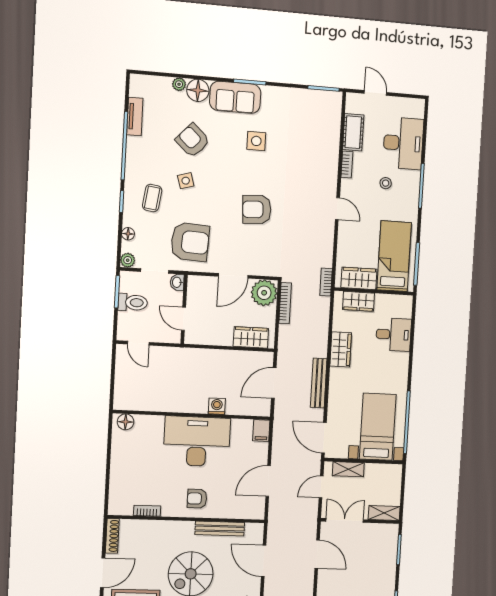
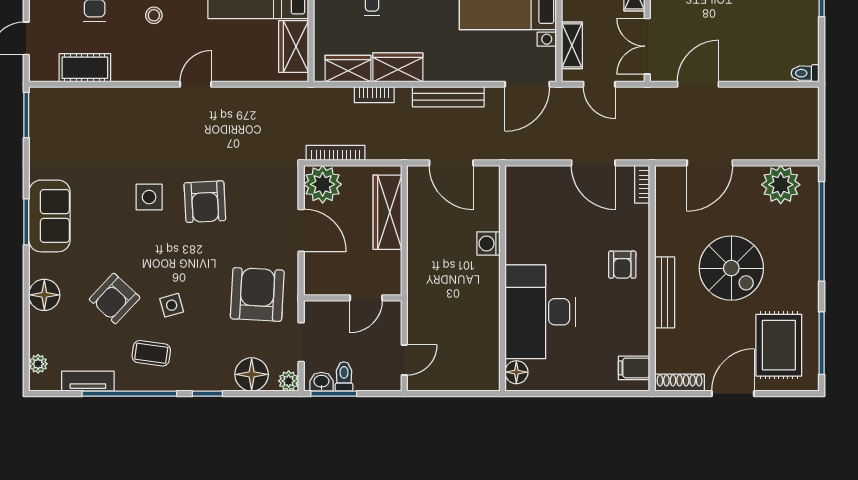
plant: (179, 84) -> (38, 364), moved
sofa: (235, 97) -> (49, 216), moved
side table: (256, 141) -> (149, 197), moved
bookcase: (347, 165) -> (132, 74), removed
coffee table: (152, 198) -> (151, 353), moved
floor lamp: (128, 234) -> (252, 374), width x1.89, depth x1.89
washbasin: (177, 282) -> (321, 382), moved, turned 180
bookcase: (326, 282) -> (374, 95), moved
wardrobe: (359, 301) -> (348, 69), moved, turned -90
toilet: (133, 302) -> (344, 376), width x0.73, depth x0.72
wardrobe: (251, 337) -> (387, 212), width x1.50
filing cabinet: (261, 431) -> (634, 368), moved, turned 180
desk: (197, 441) -> (540, 312), moved
bookcase: (147, 511) -> (642, 184), moved
bench: (220, 529) -> (665, 292), moved
door: (103, 573) -> (733, 394), hinge flipped

